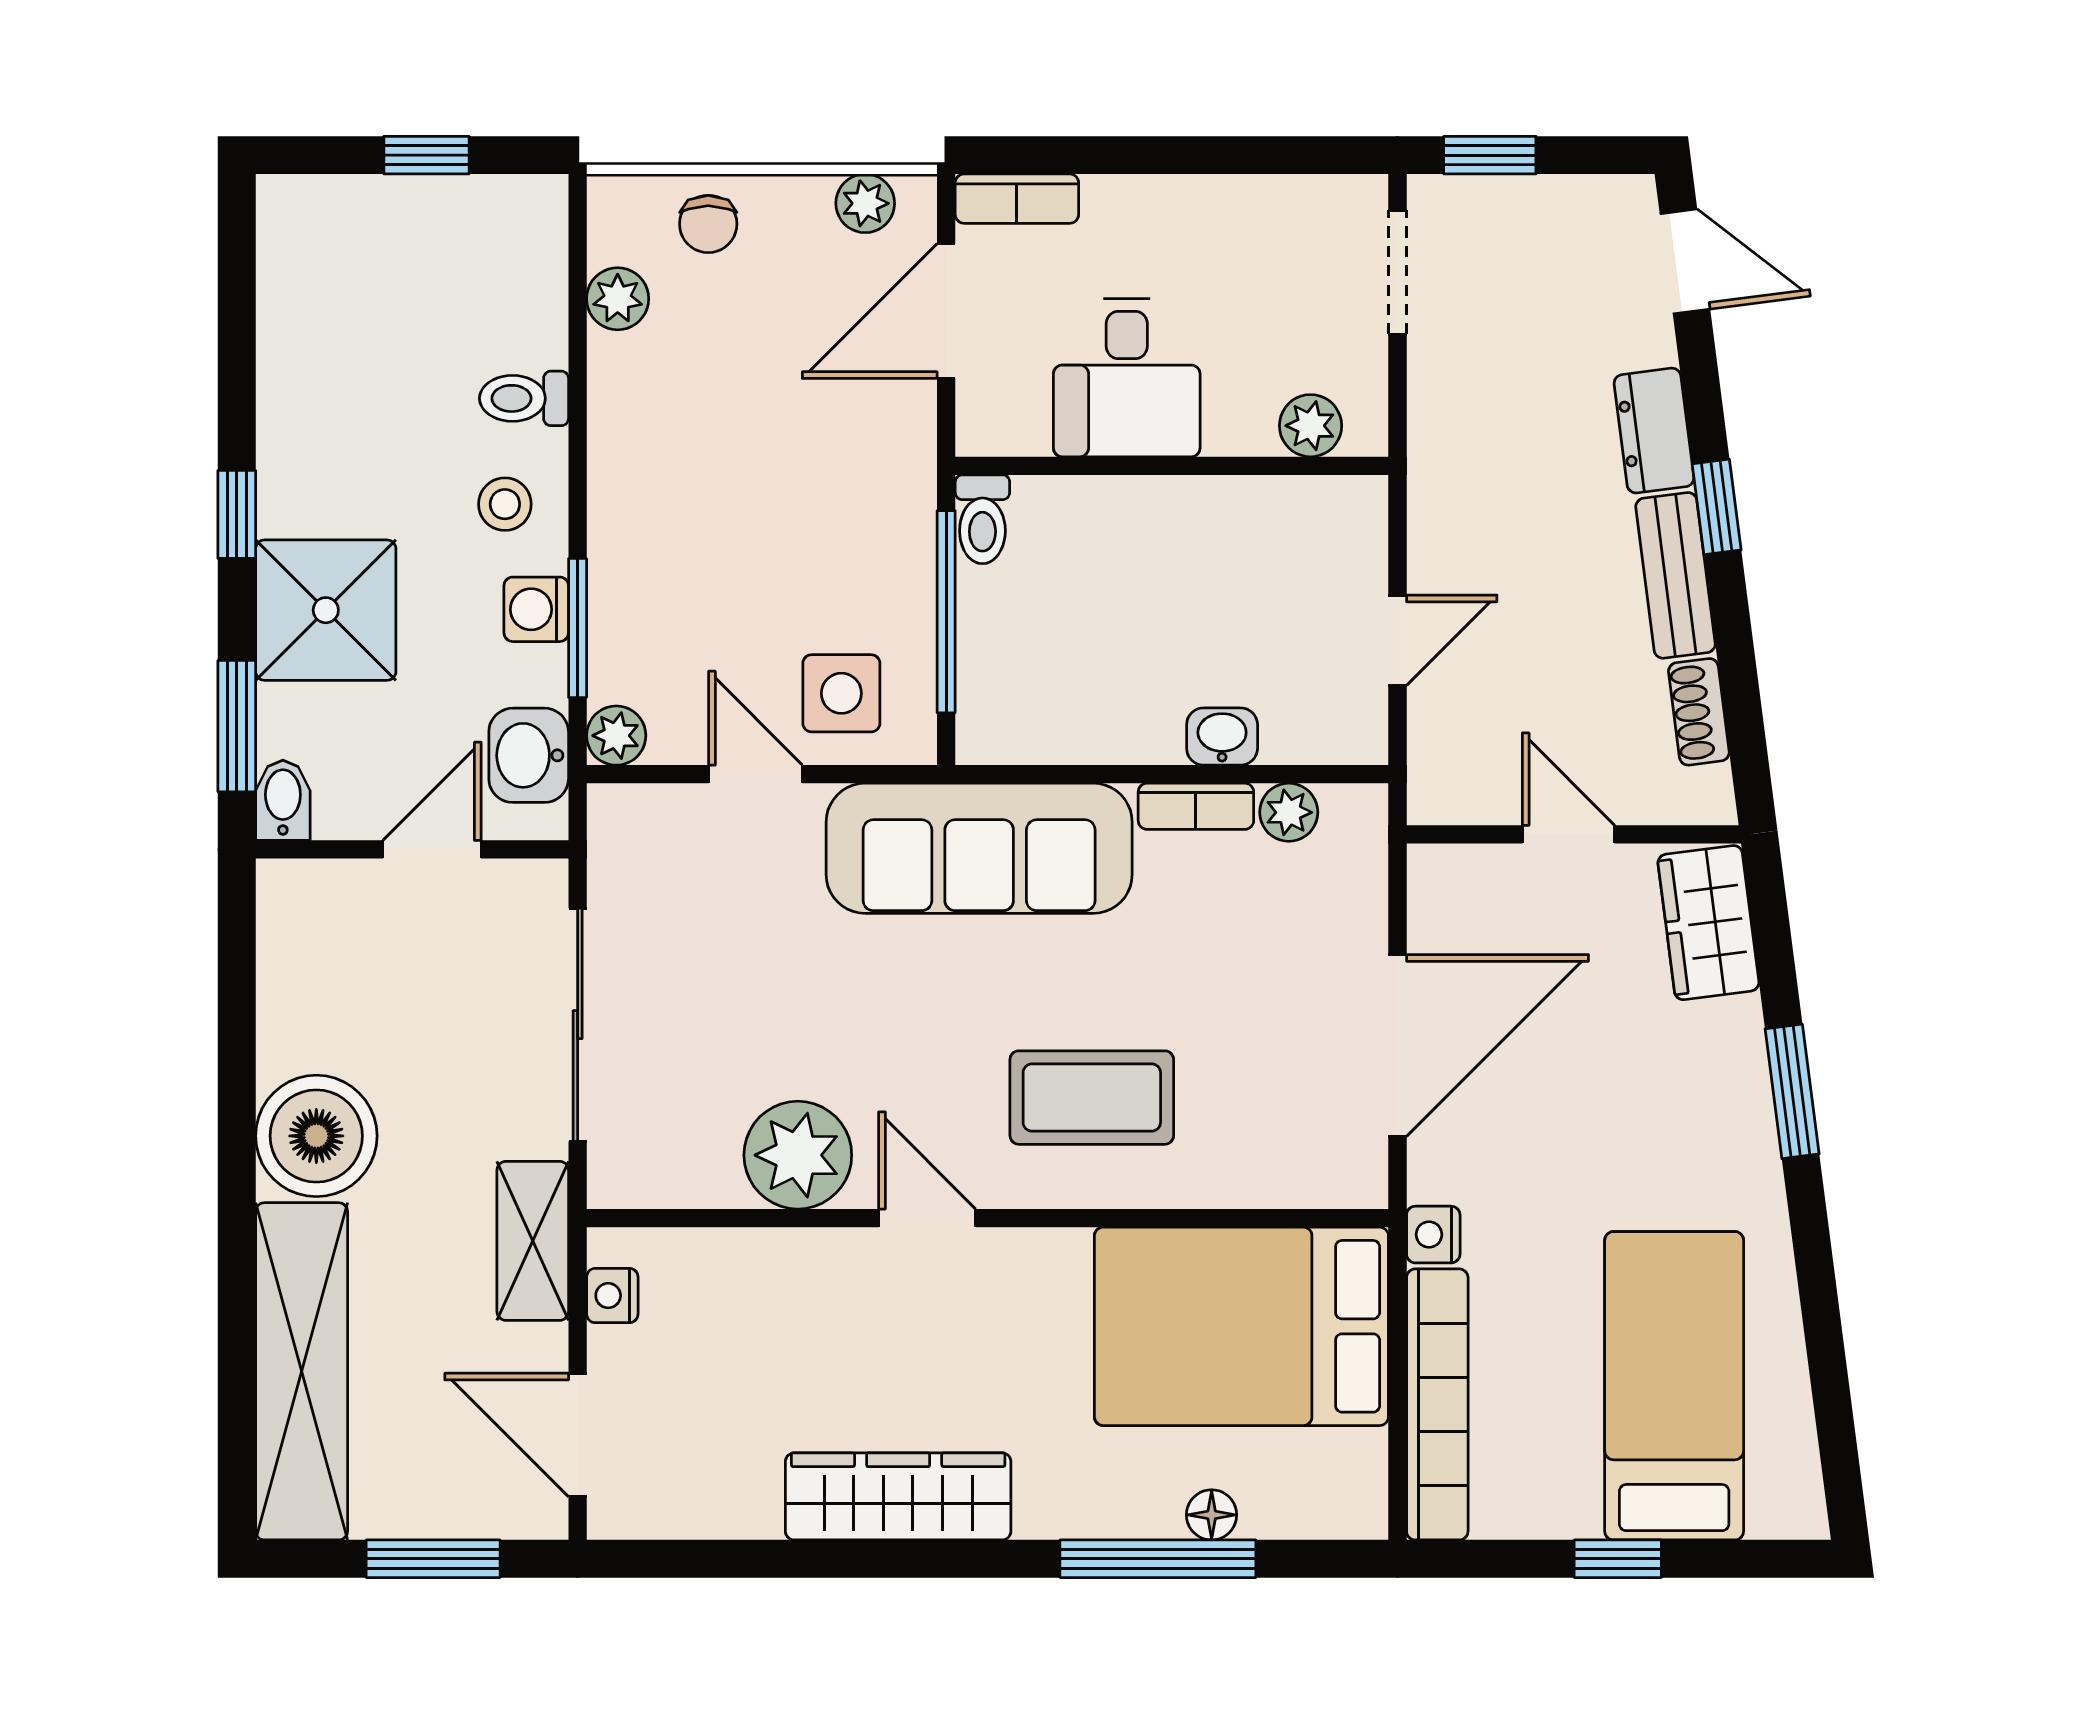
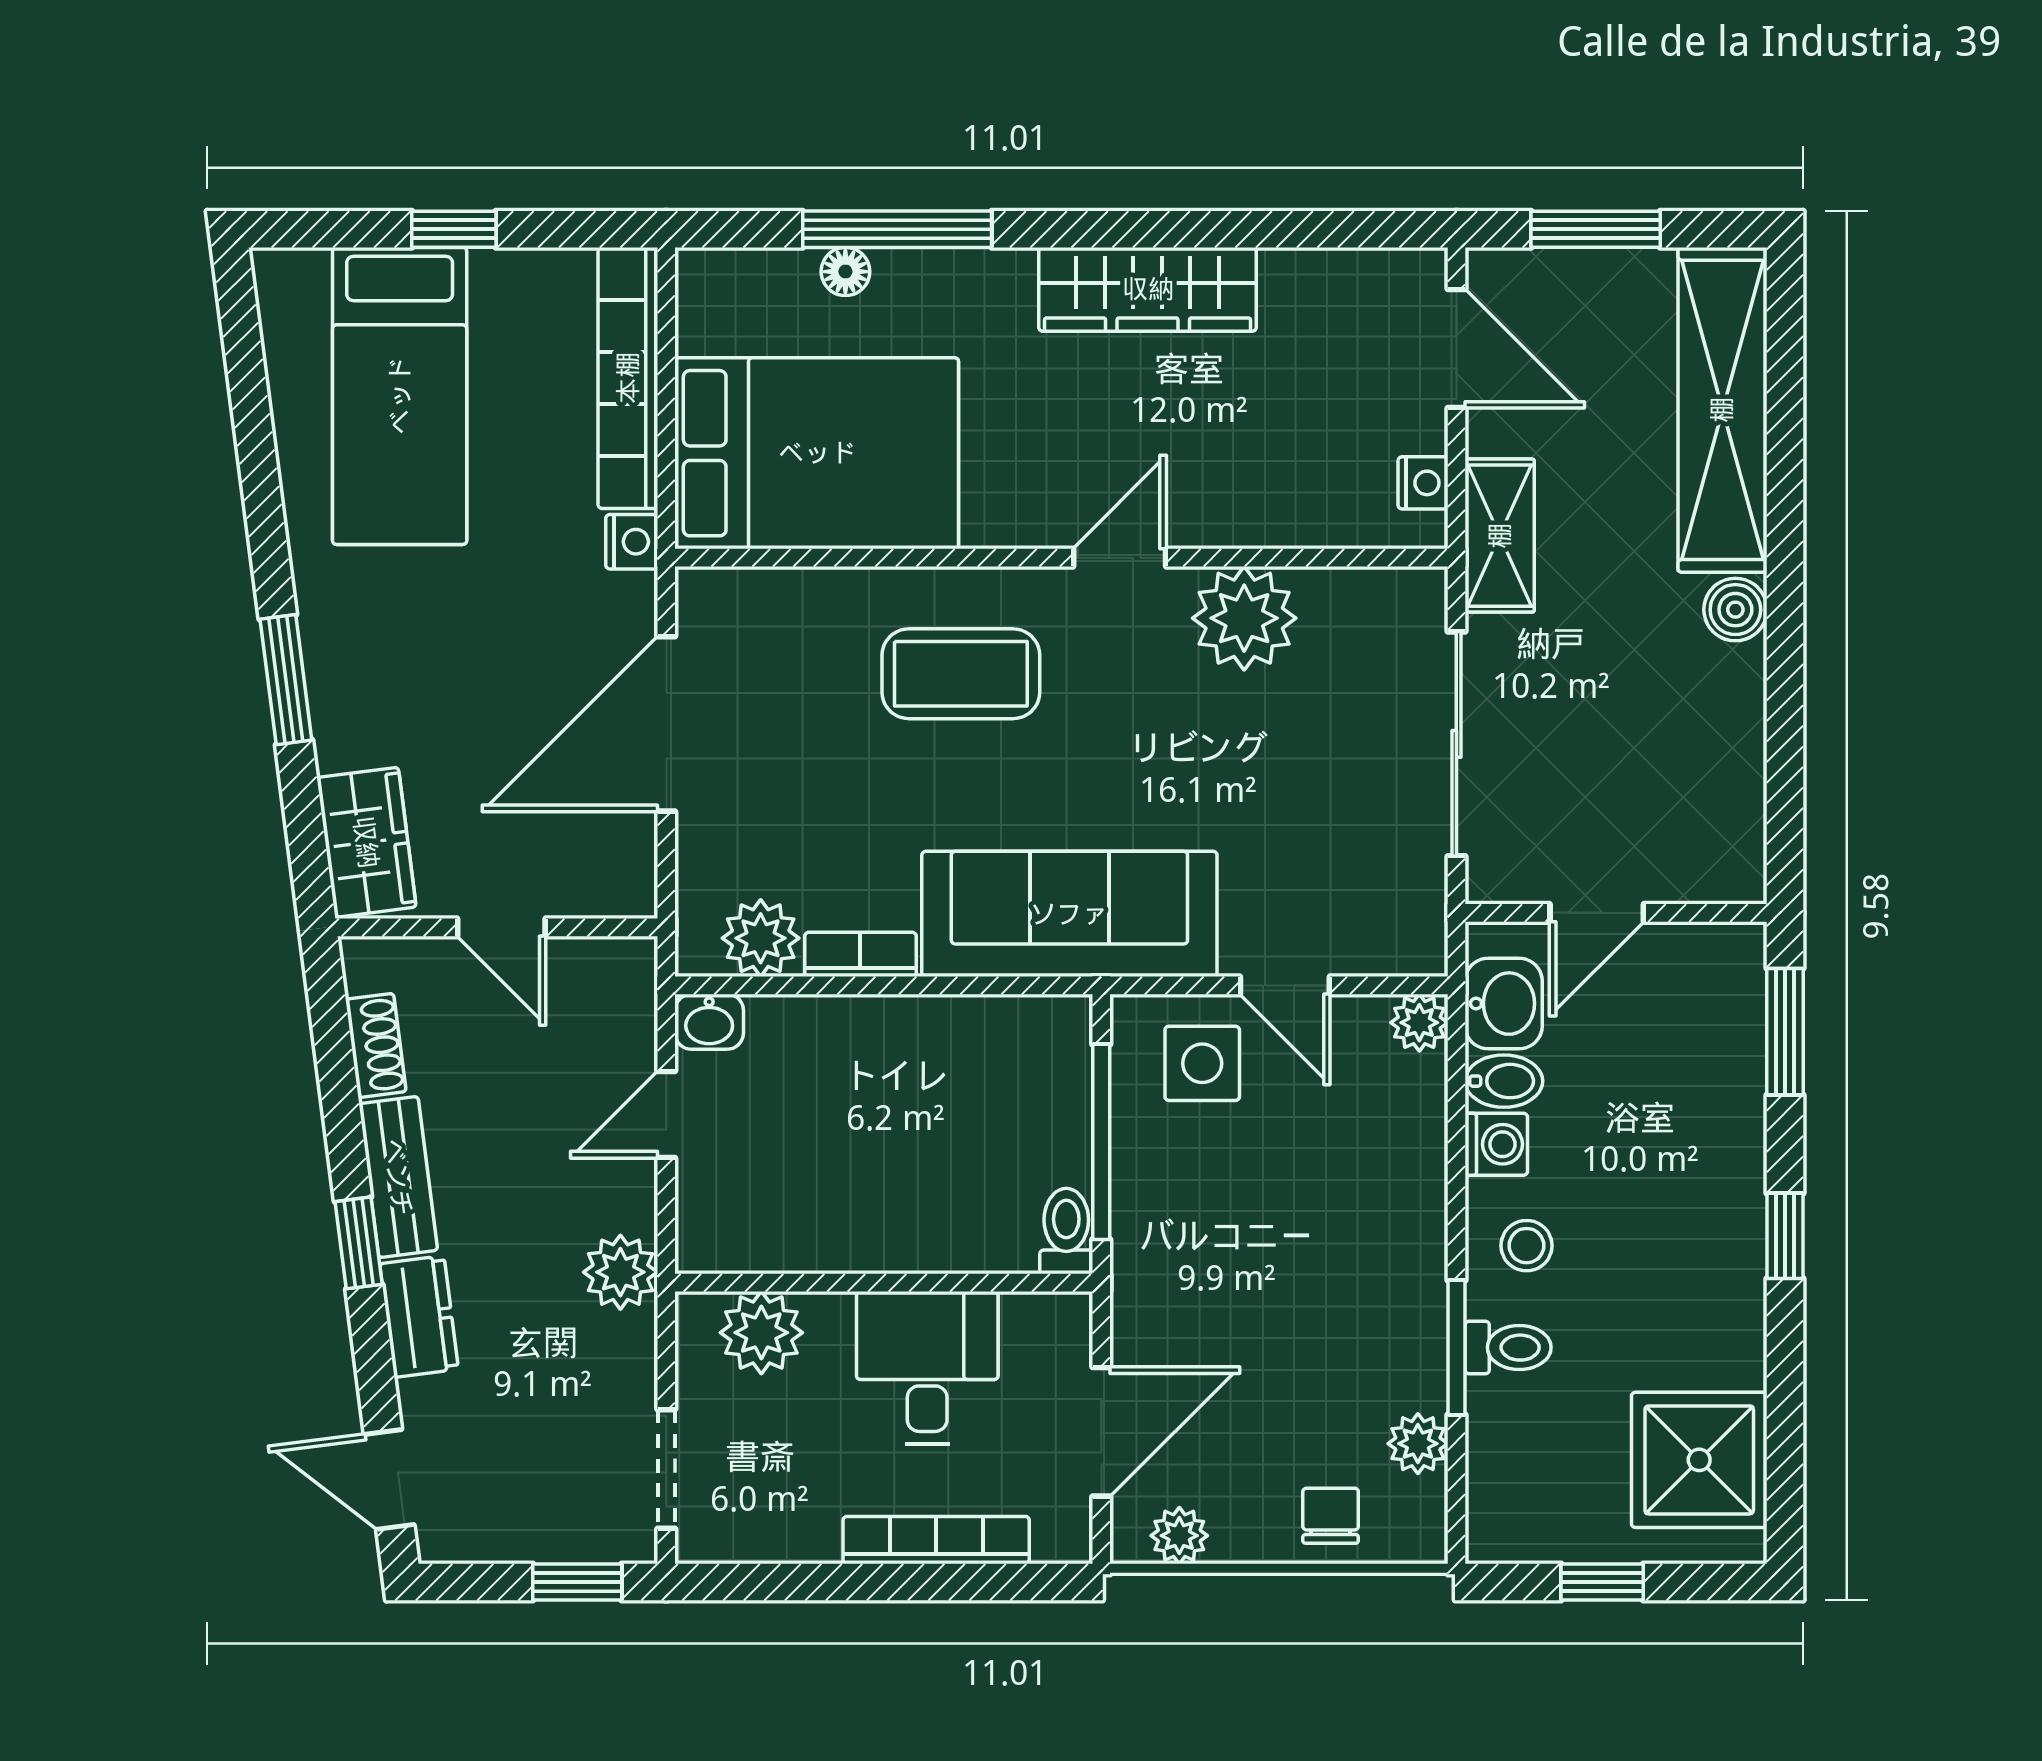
bookcase: (1017, 199) -> (936, 1540), moved, width x1.56
plant: (1311, 426) -> (761, 1333), width x1.38, depth x1.38
plant: (1445, 477) -> (620, 1272), added
shower: (326, 610) -> (1699, 1460), moved
window: (578, 628) -> (1456, 1347), moved
washbasin: (1222, 736) -> (709, 1022), moved
bidet: (283, 800) -> (1504, 1081), moved, turned -90
plant: (1289, 812) -> (761, 938), width x1.38, depth x1.38
boiler: (316, 1136) -> (1735, 610), width x0.54, depth x0.54
door: (927, 1218) -> (1120, 558), swing flipped

